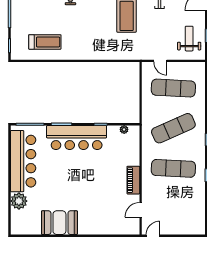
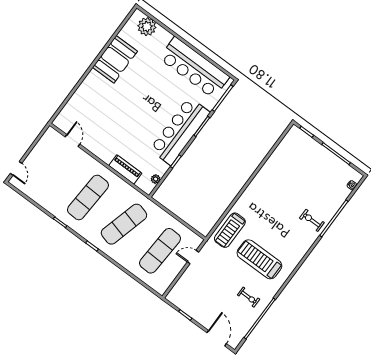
weight bench: (189, 39) -> (194, 298), removed
treadmill: (45, 42) -> (230, 230), moved
exercise mat: (173, 128) -> (124, 224), turned 39
piano: (133, 180) -> (125, 169), moved
plant: (19, 201) -> (147, 27), moved
door: (153, 236) -> (16, 168), moved

